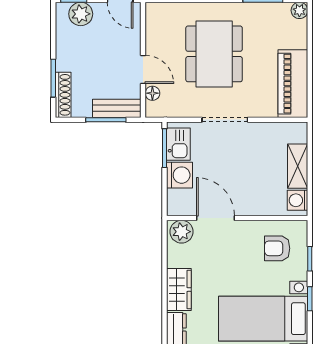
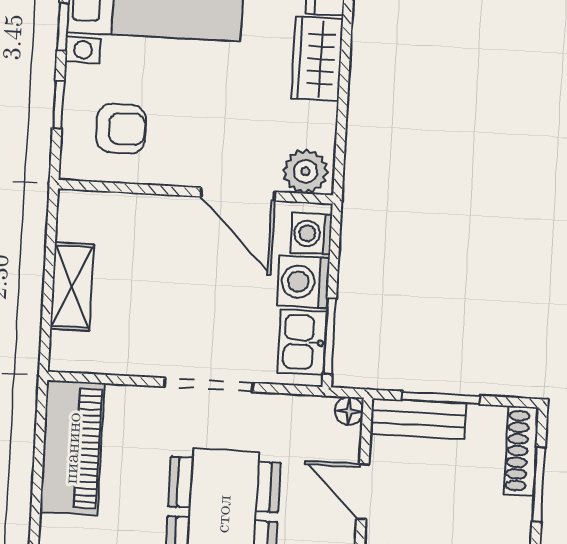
floor lamp: (152, 93) -> (349, 411), moved
washing machine: (297, 200) -> (311, 234), moved, turned 180

